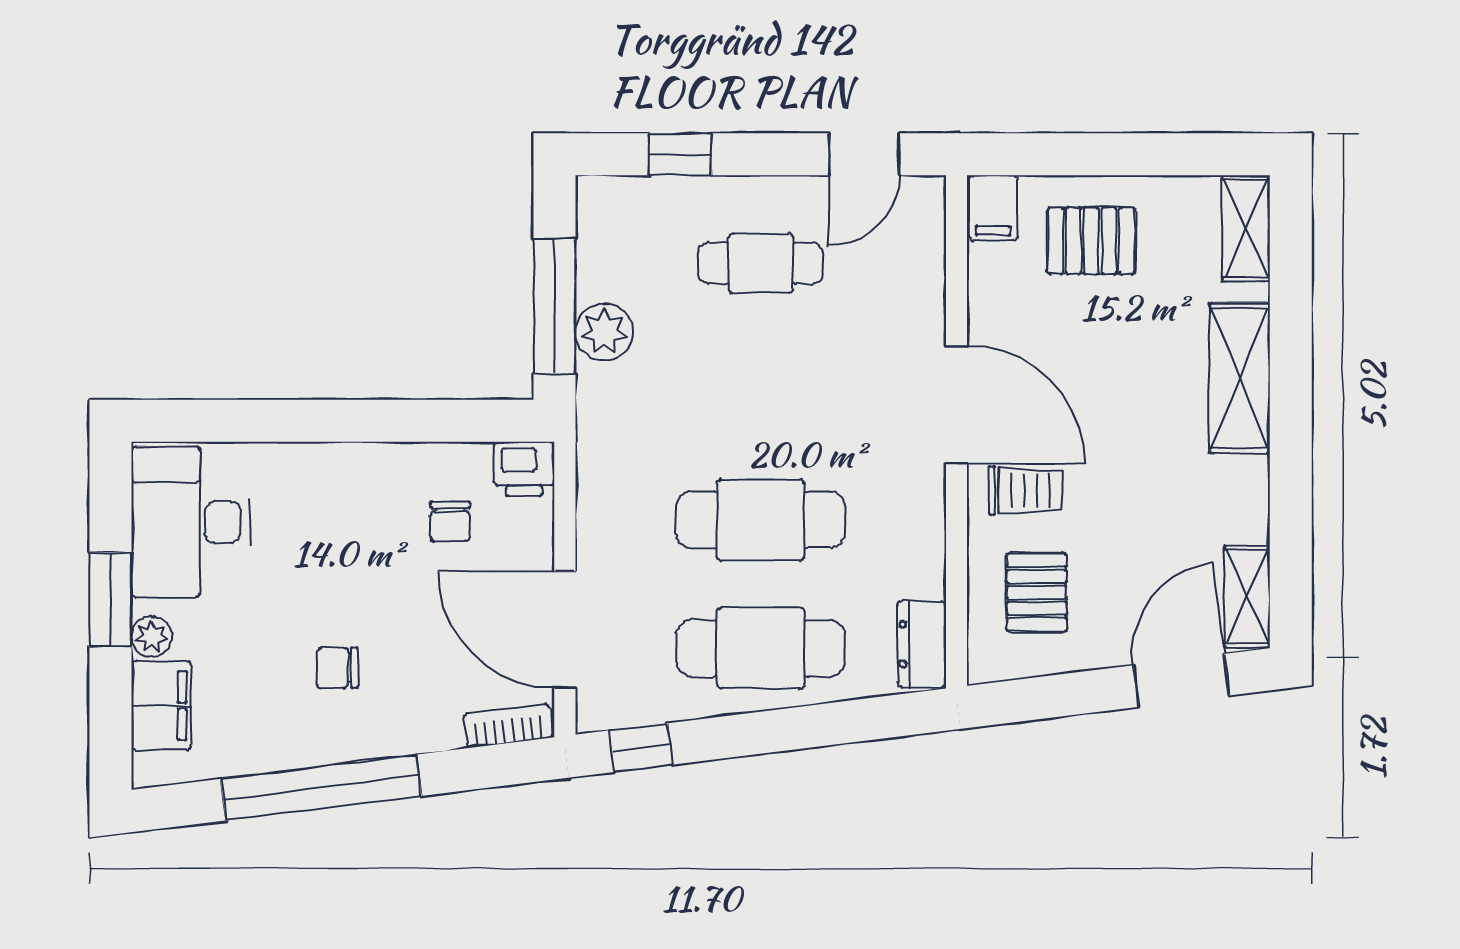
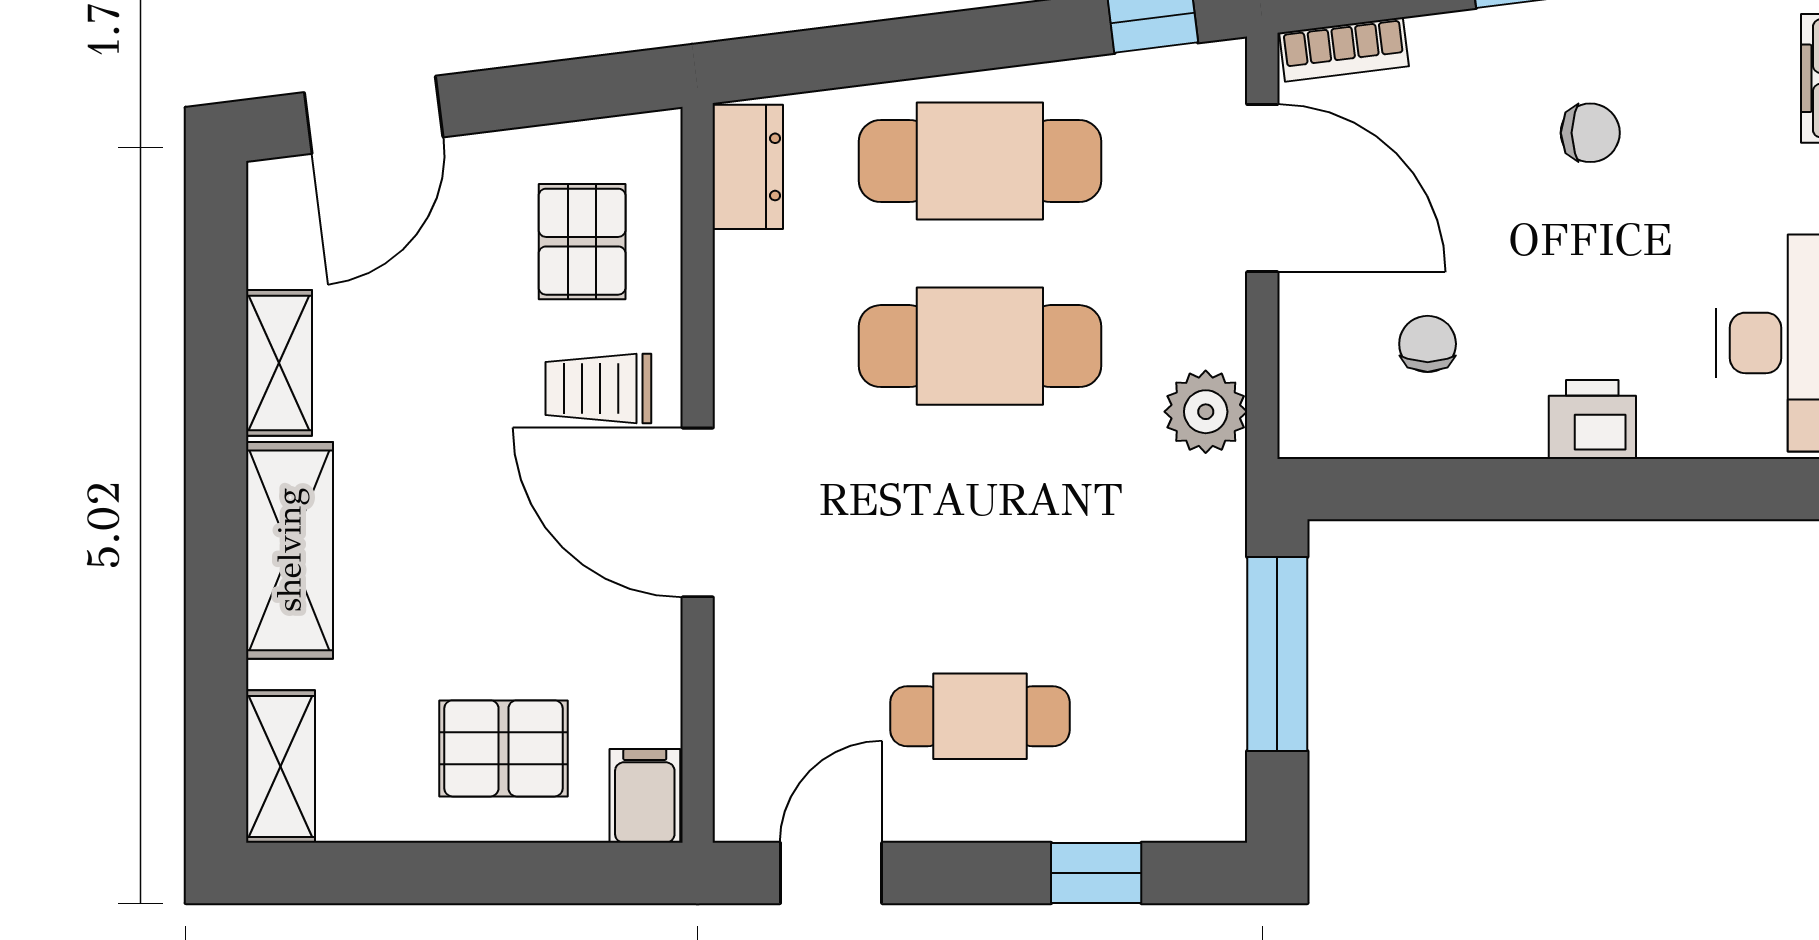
plant: (604, 332) -> (1206, 412), moved
printer: (524, 469) -> (1592, 419), moved
shelving: (1247, 596) -> (279, 363), moved

